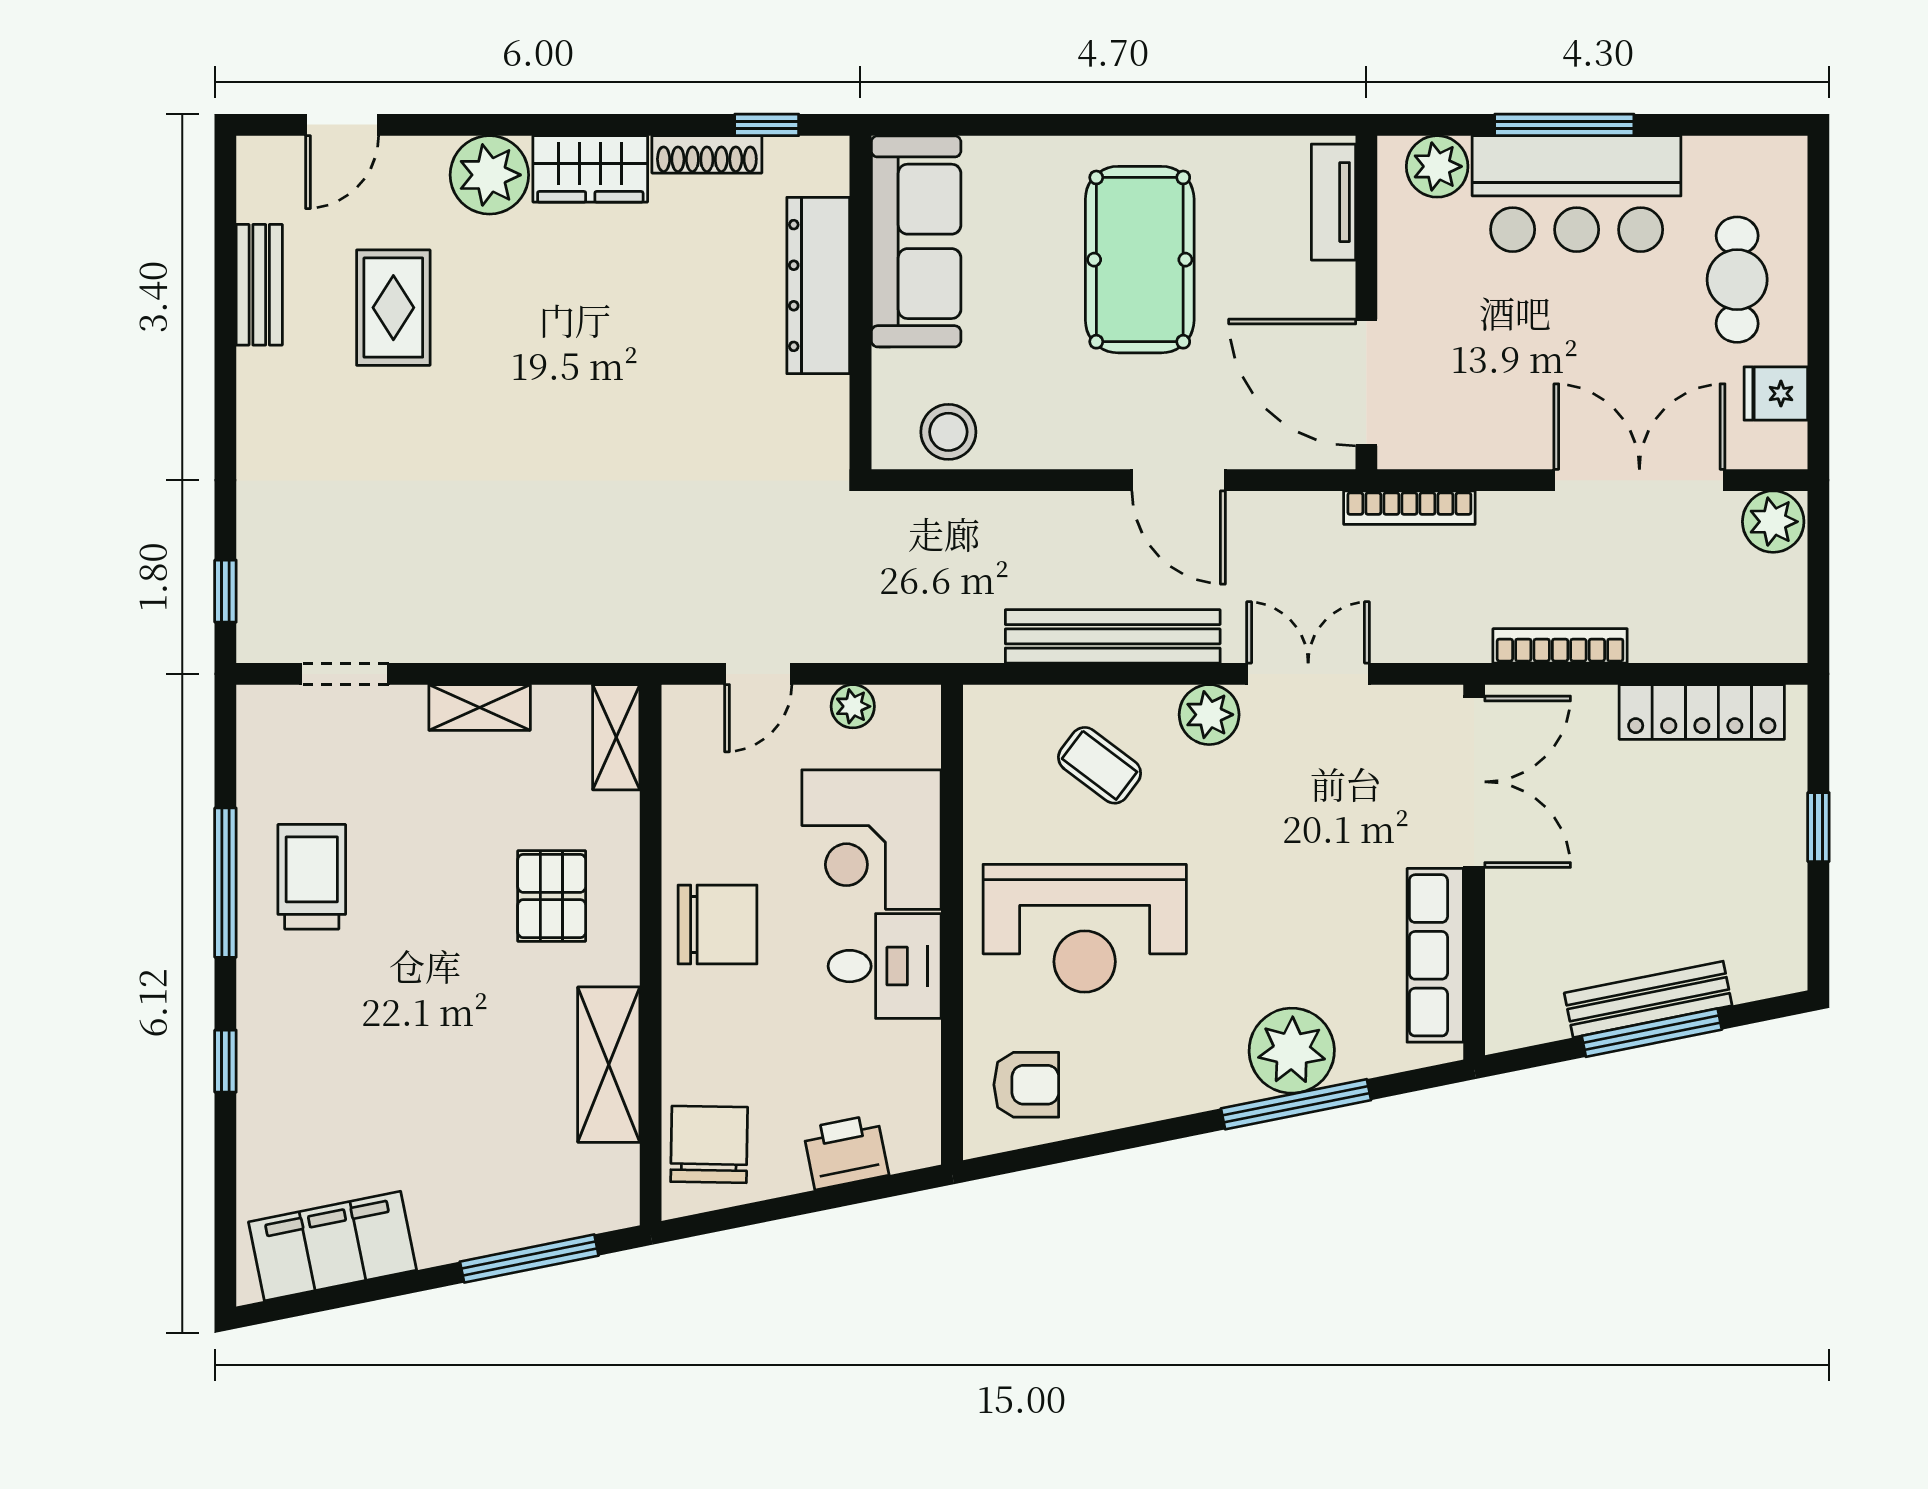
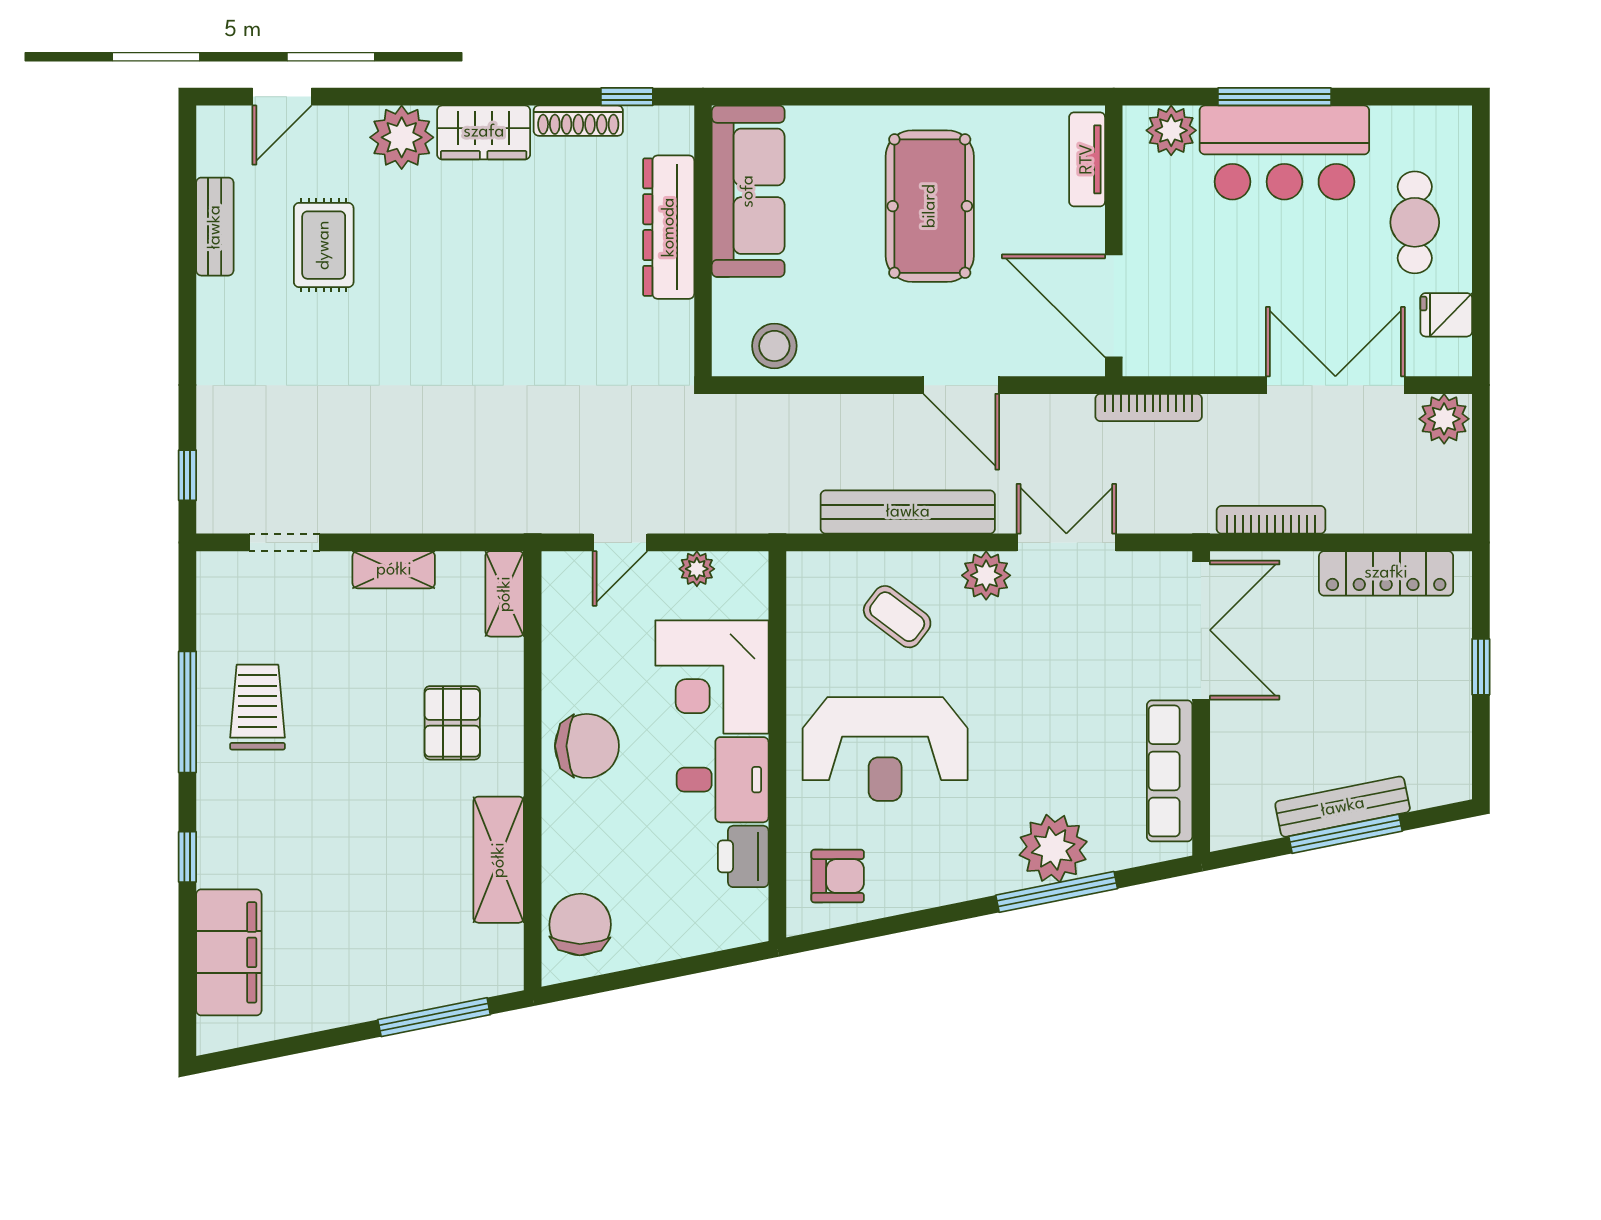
printer: (846, 1152) -> (743, 856), moved, turned -79
filing cabinet: (333, 1246) -> (229, 952), moved, turned 101

